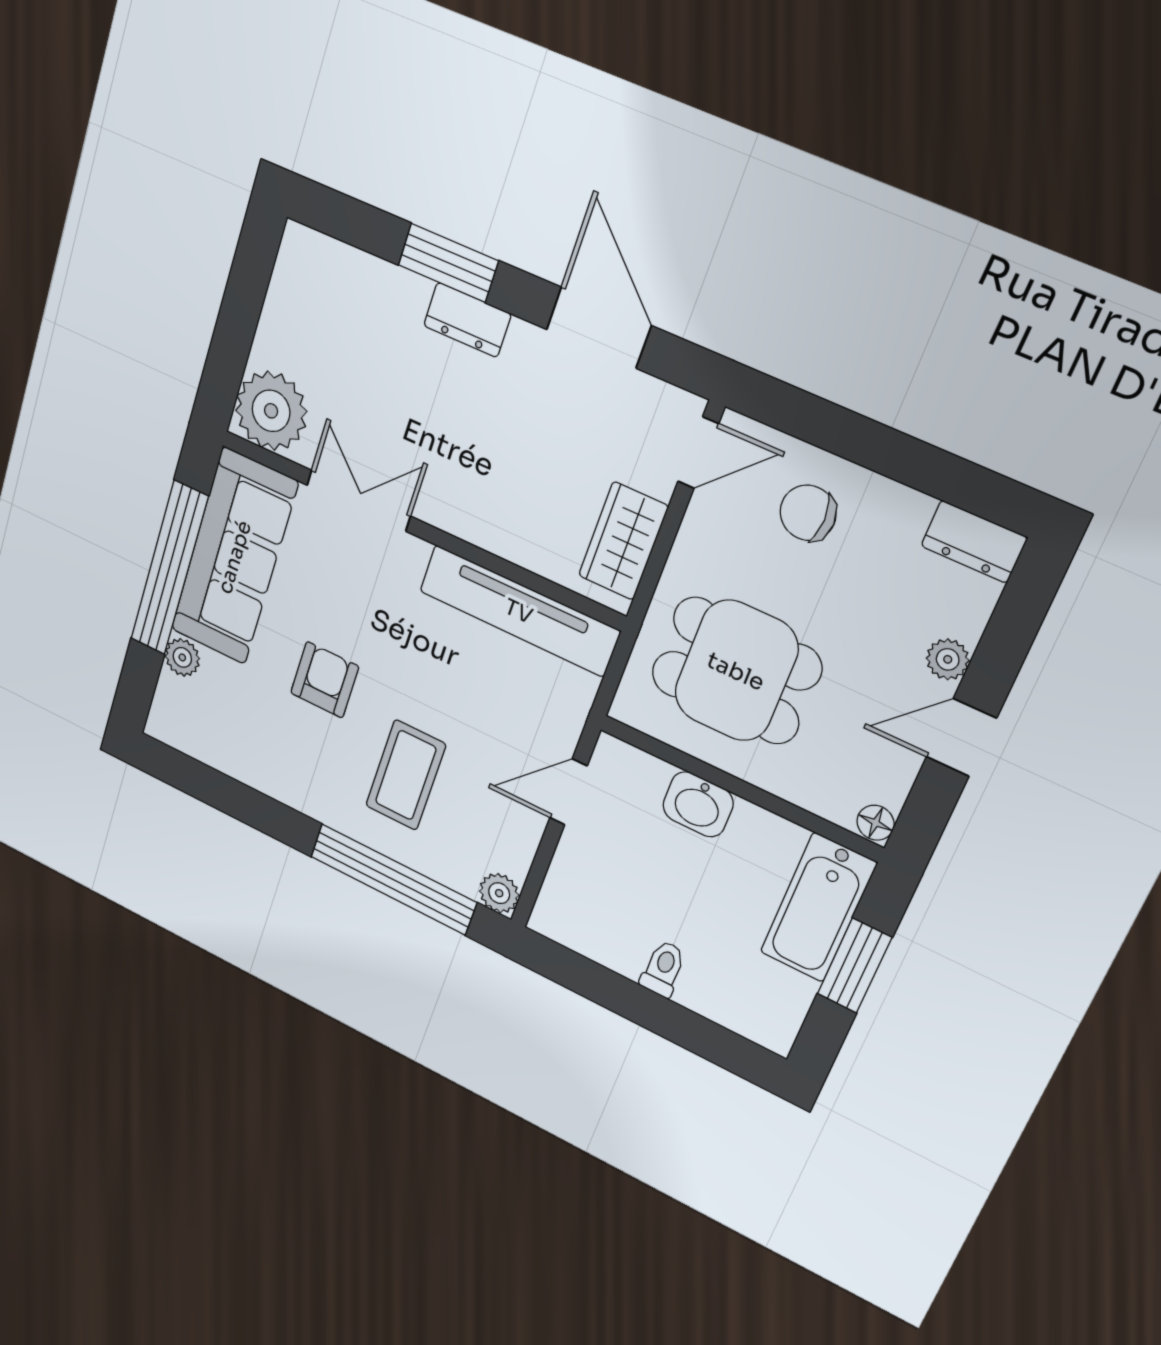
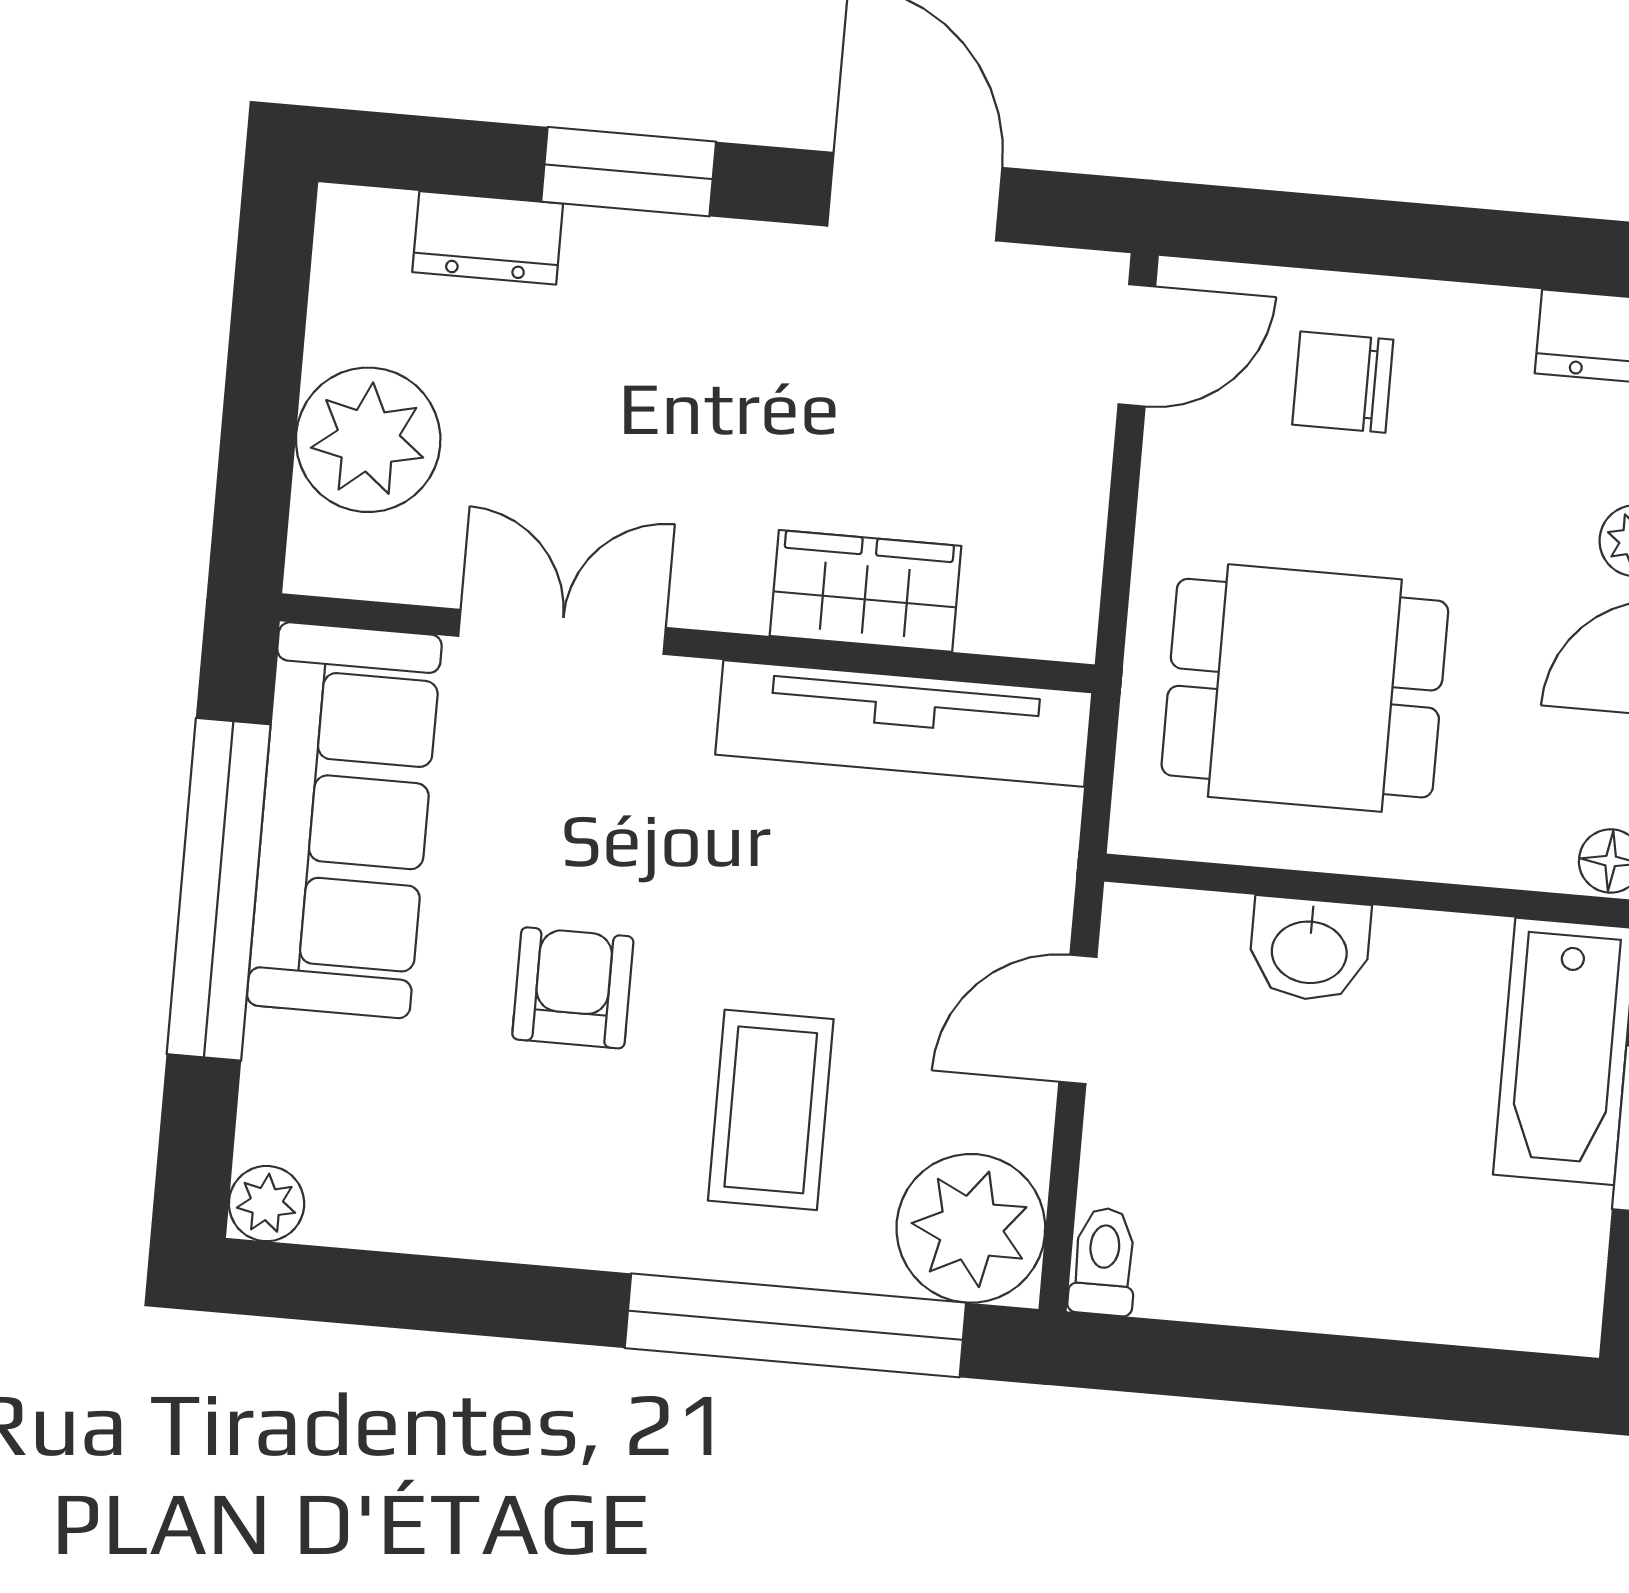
dresser: (467, 320) -> (488, 238), moved
plant: (271, 411) -> (368, 440), moved
wardrobe: (623, 541) -> (865, 591), moved, turned 90
plant: (182, 657) -> (267, 1204), moved
plant: (499, 893) -> (971, 1228), width x1.88, depth x1.88
toilet: (663, 969) -> (1104, 1261), moved

